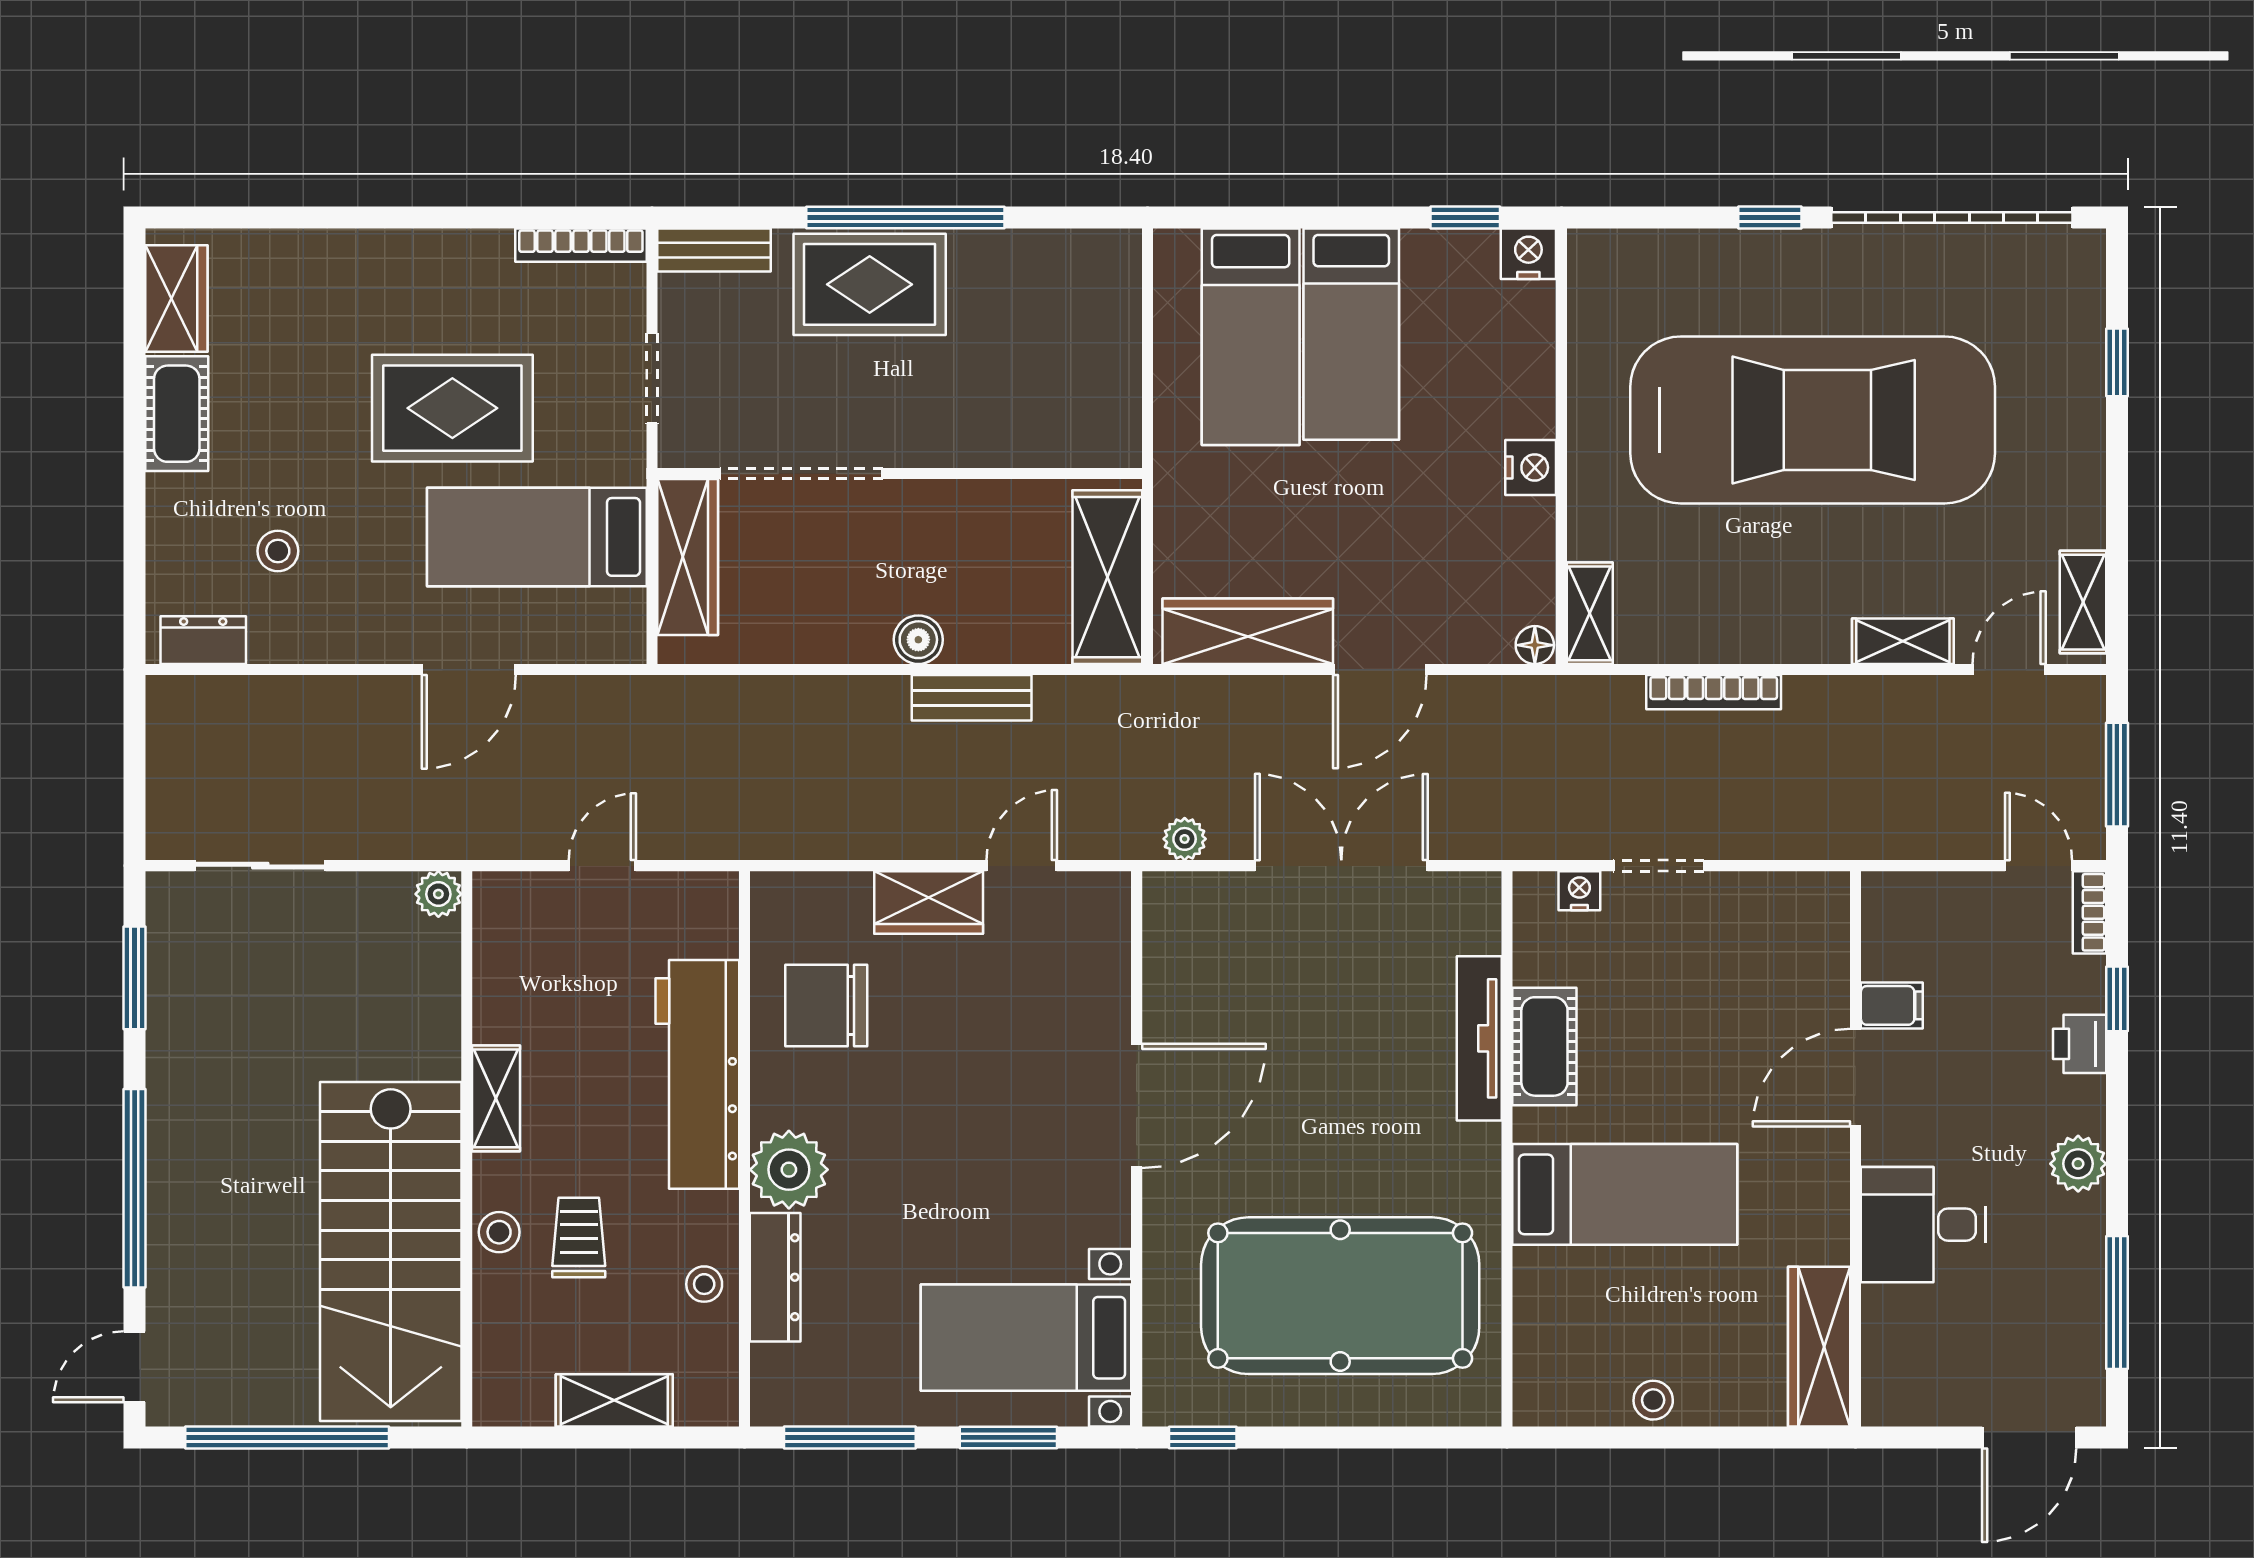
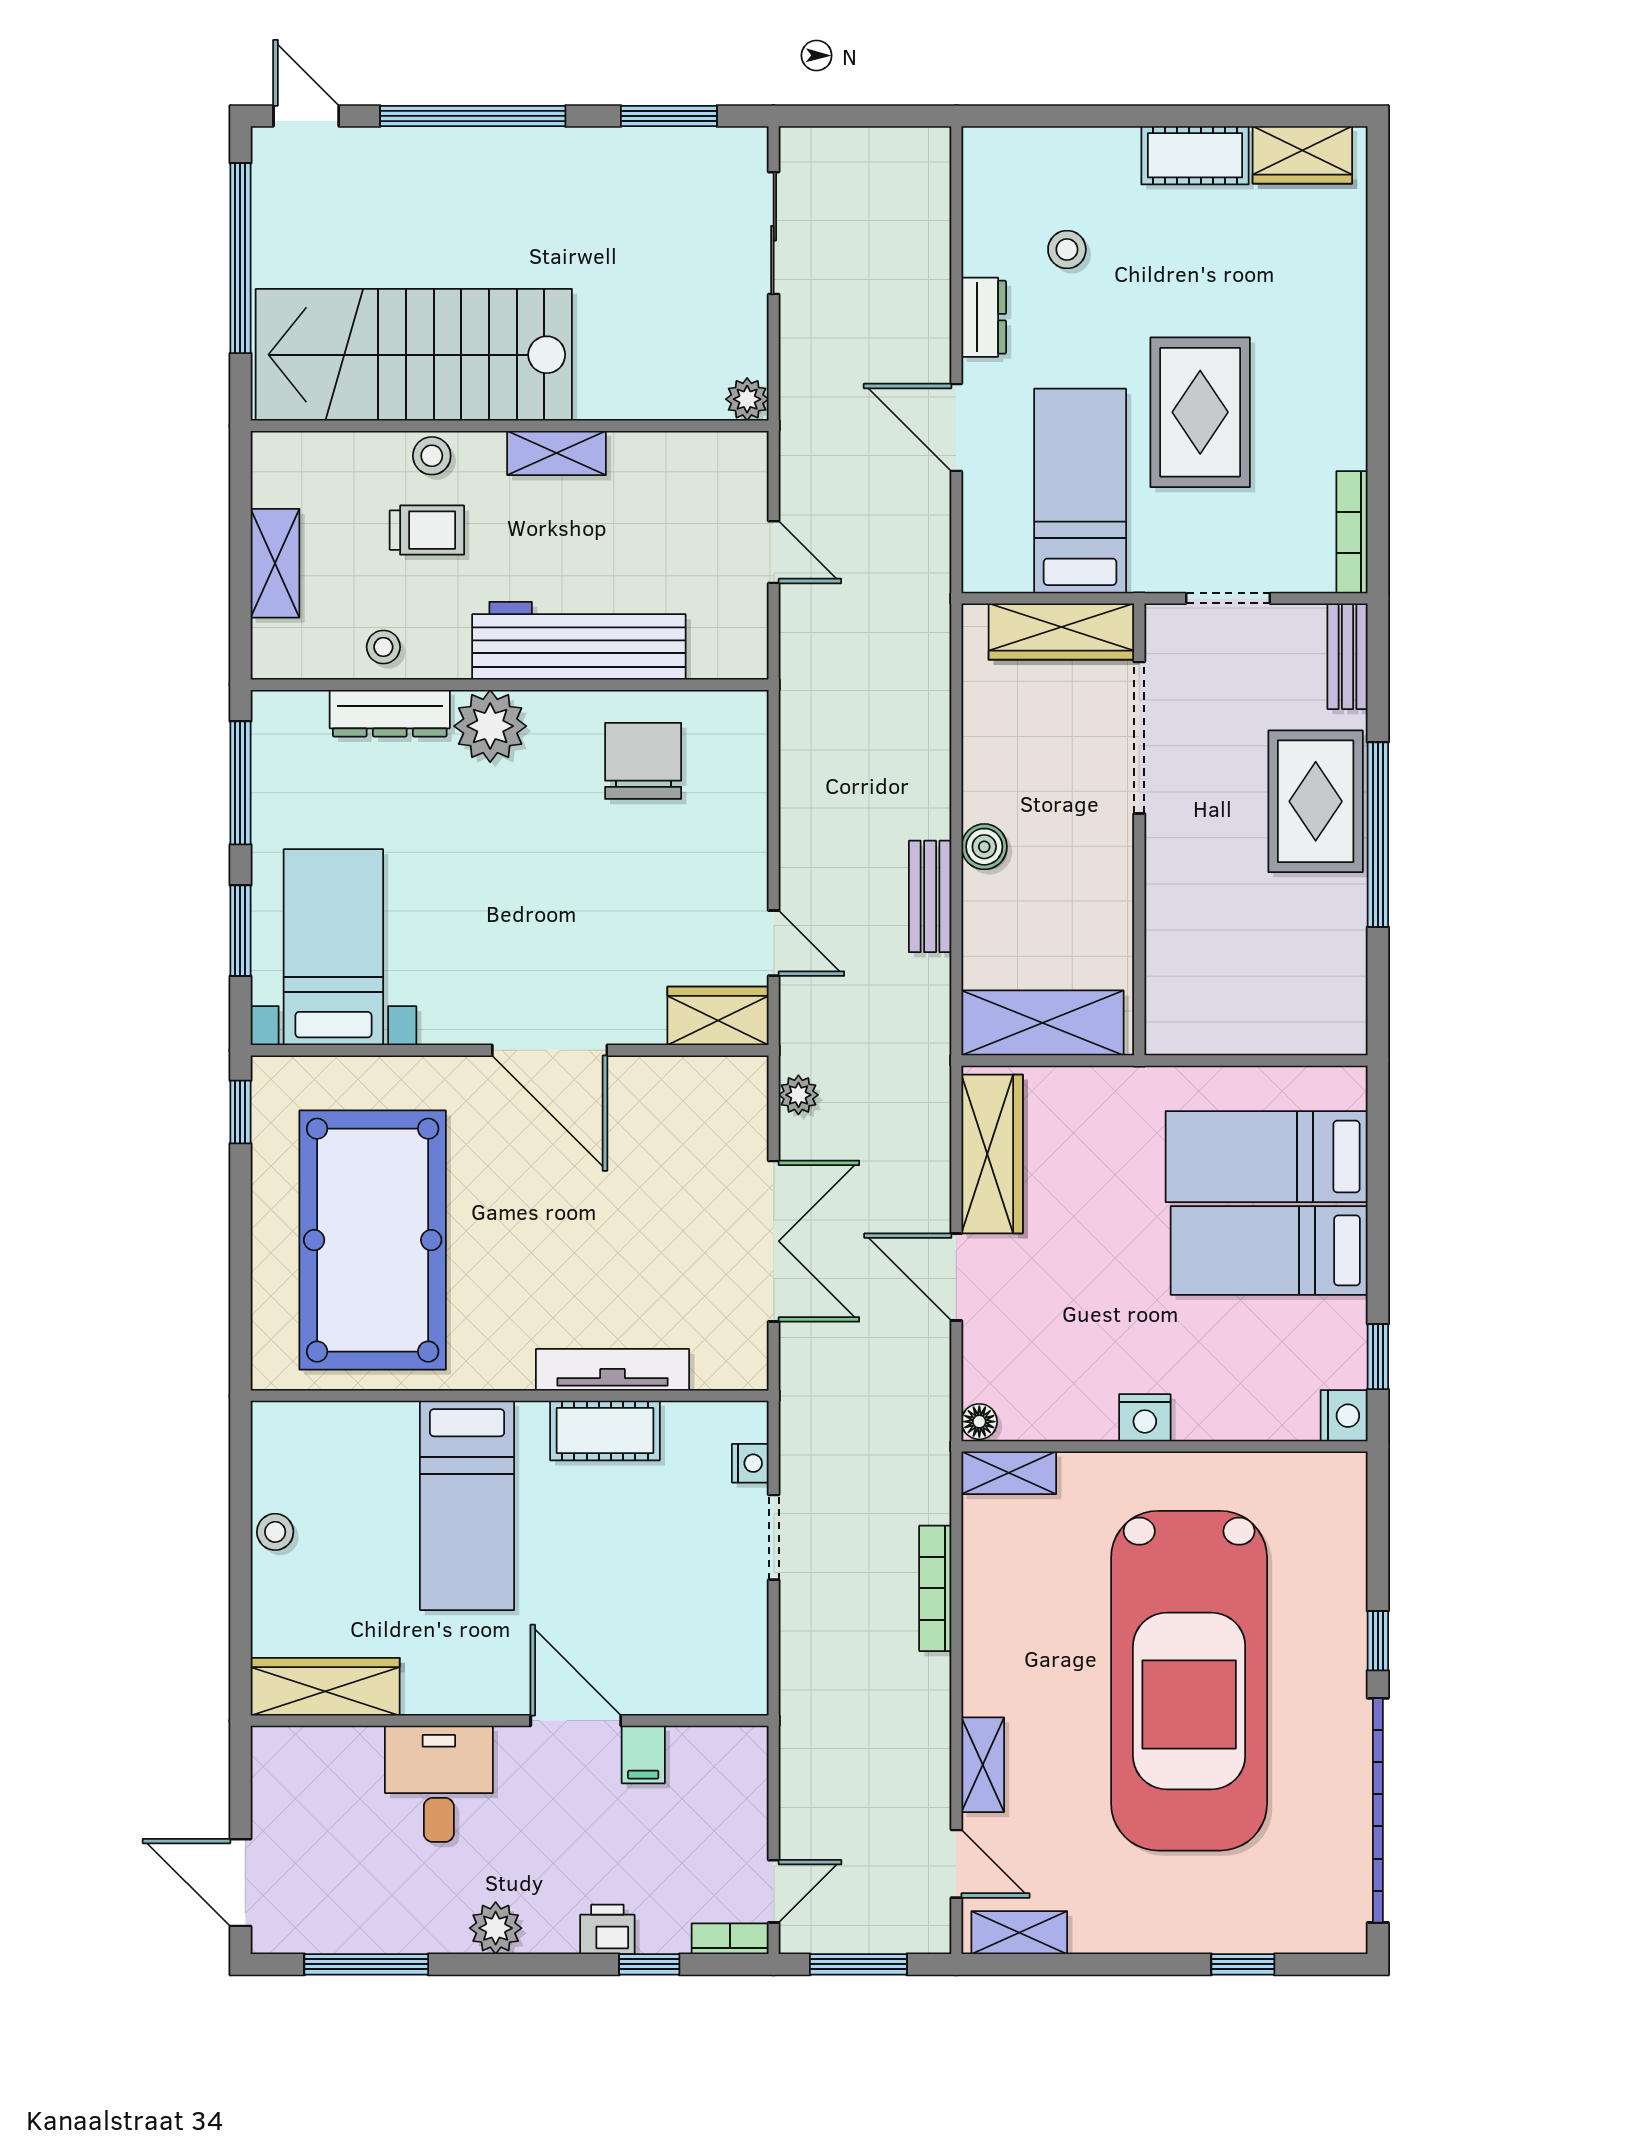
dresser: (203, 640) -> (984, 317), moved
wardrobe: (929, 902) -> (718, 1016), moved, turned 90

